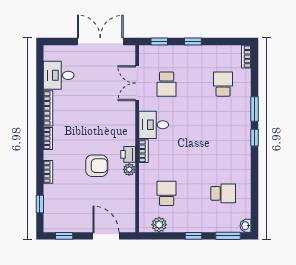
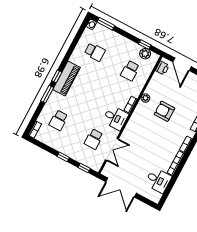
school desk: (167, 84) -> (94, 139), turned 180
piano: (241, 141) -> (66, 78), added
printer: (128, 154) -> (162, 68), moved
school desk: (223, 193) -> (95, 52), turned 180
window: (194, 236) -> (145, 44), moved

